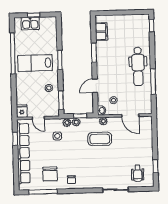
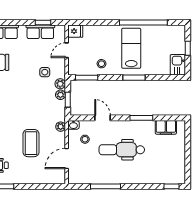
kitchen sink: (30, 24) -> (178, 65), moved
dental chair: (138, 66) -> (122, 150), moved
coffee table: (100, 139) -> (31, 143), moved
row of seats: (23, 141) -> (40, 32), width x0.68

